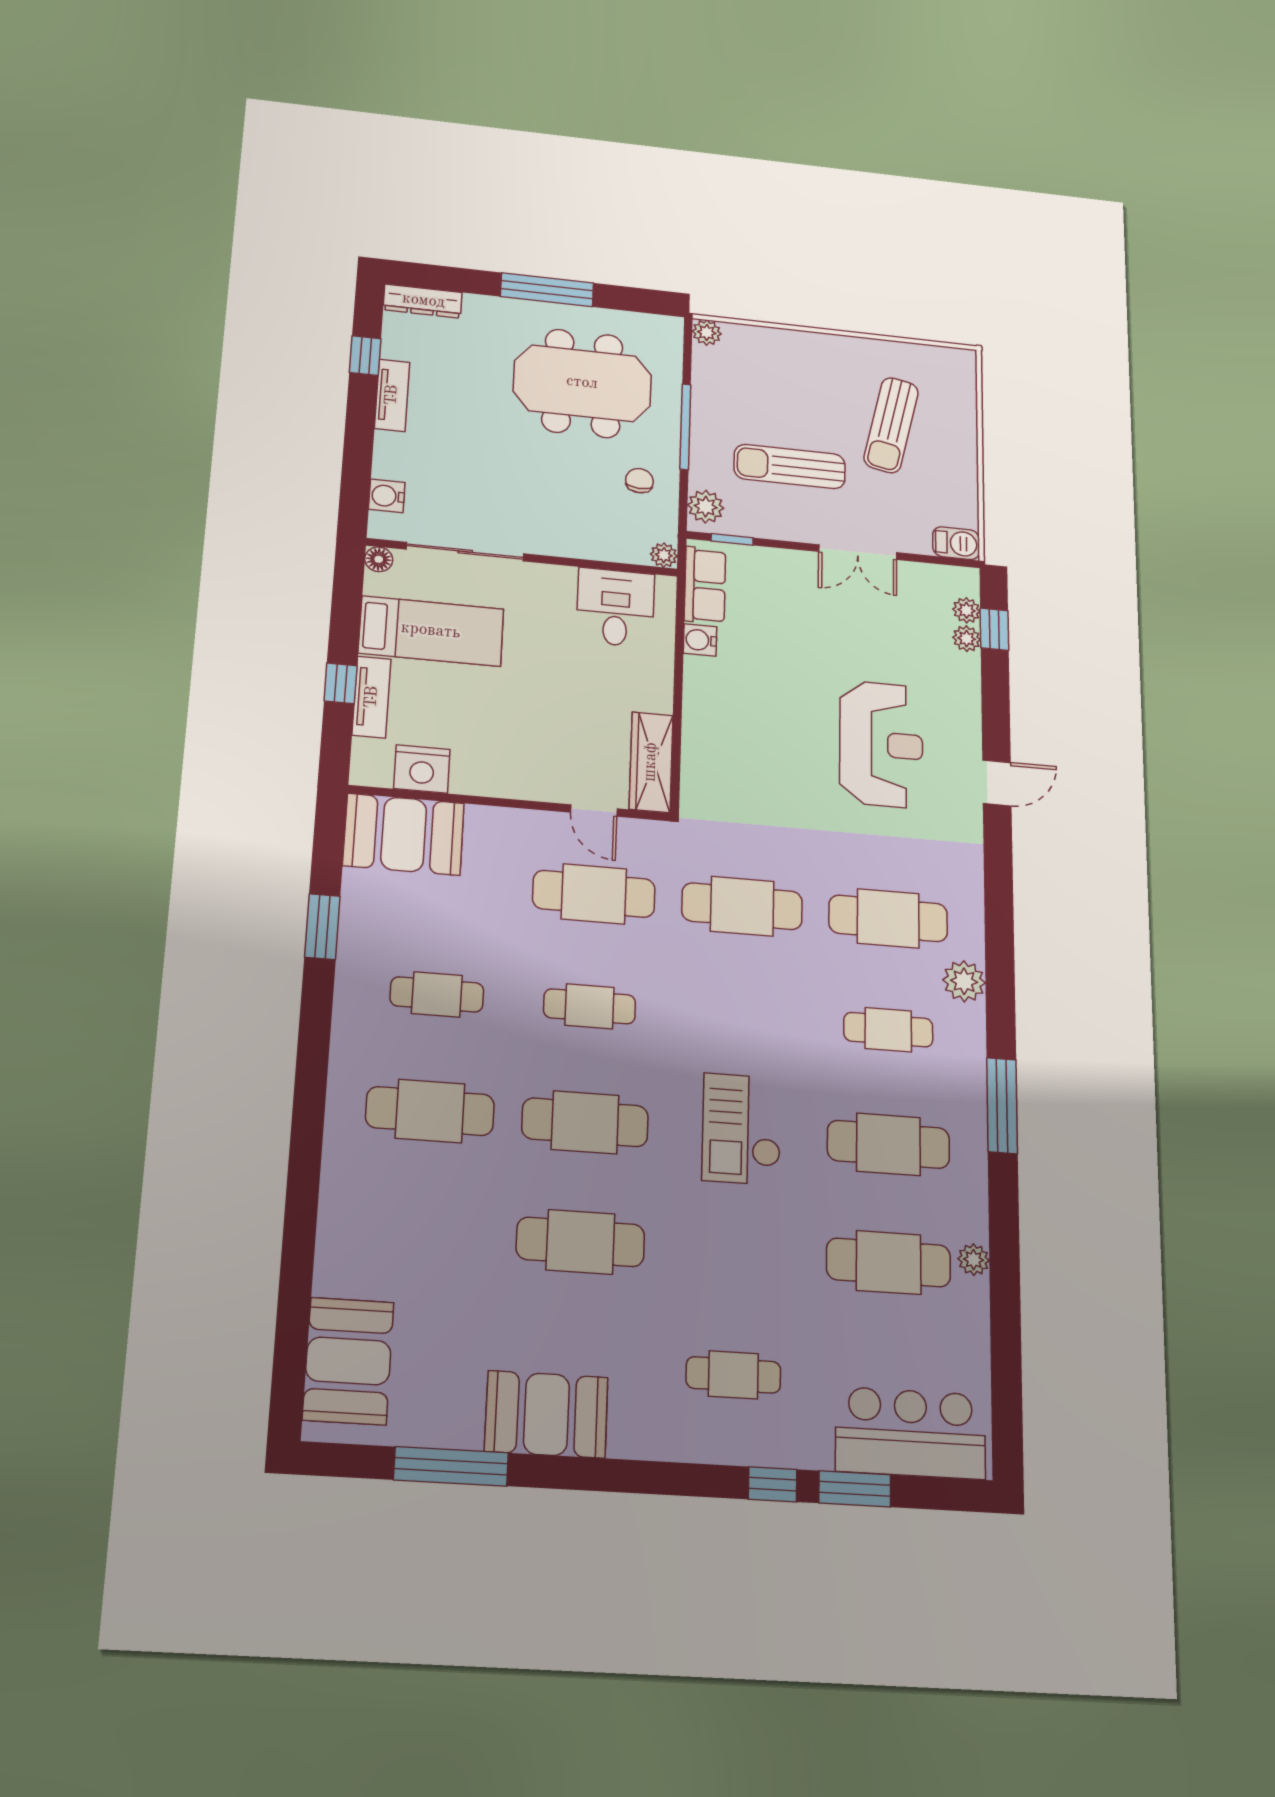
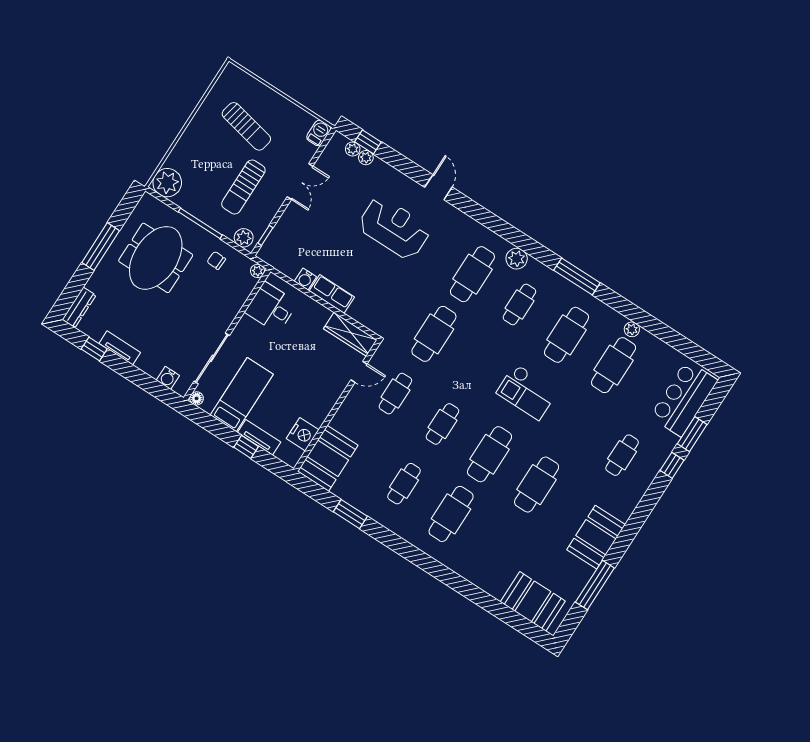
plant: (707, 332) -> (167, 183), width x1.88, depth x1.88
row of seats: (705, 585) -> (332, 294), moved
cafe table: (594, 894) -> (395, 394), width x0.73, depth x0.74

